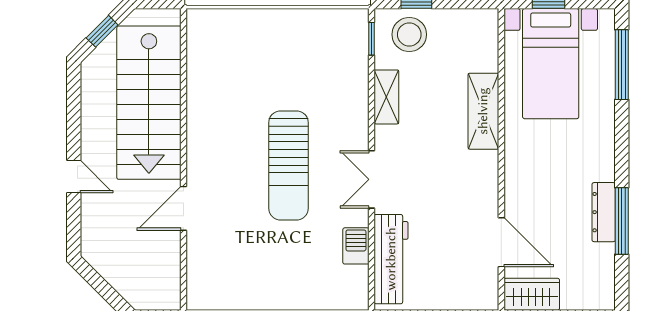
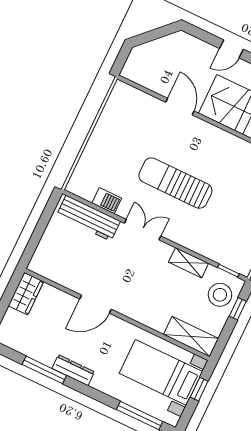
shelving: (483, 111) -> (191, 336), moved
dresser: (604, 212) -> (73, 370), moved
door: (501, 242) -> (95, 304), moved

